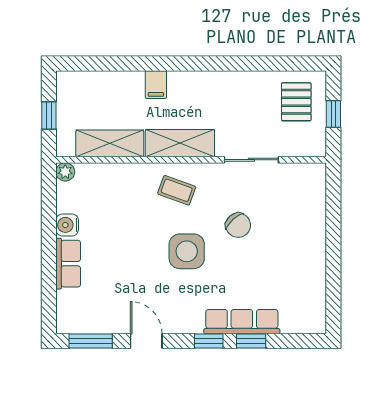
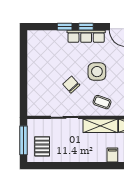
window: (333, 114) -> (23, 140), width x2.17
row of seats: (242, 322) -> (86, 36), moved

